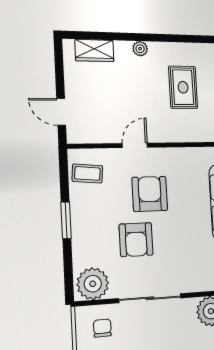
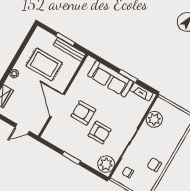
rug: (183, 87) -> (44, 64), width x1.36, depth x1.43
door: (135, 145) -> (57, 105), width x1.88
coffee table: (87, 173) -> (57, 135), removed

